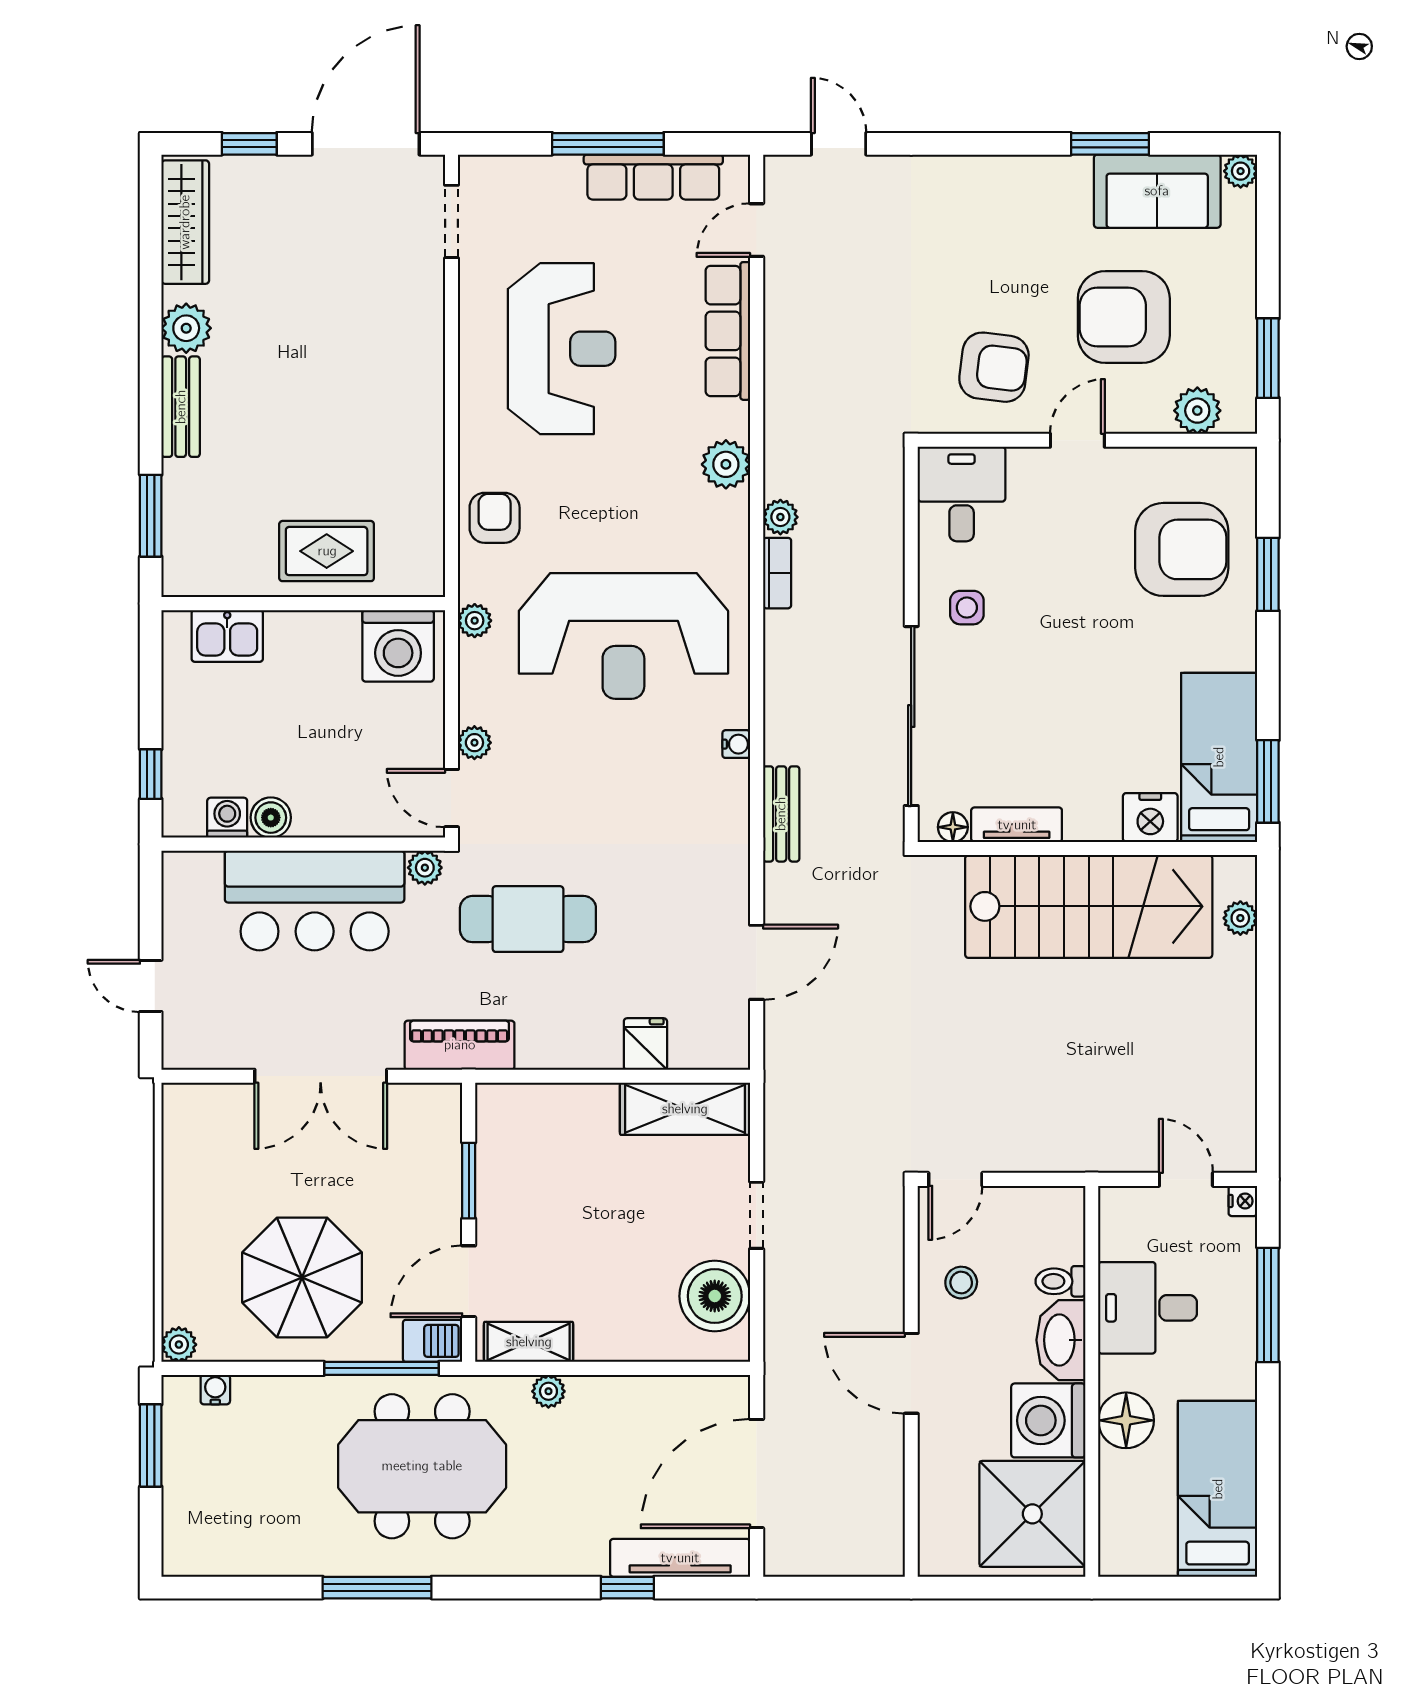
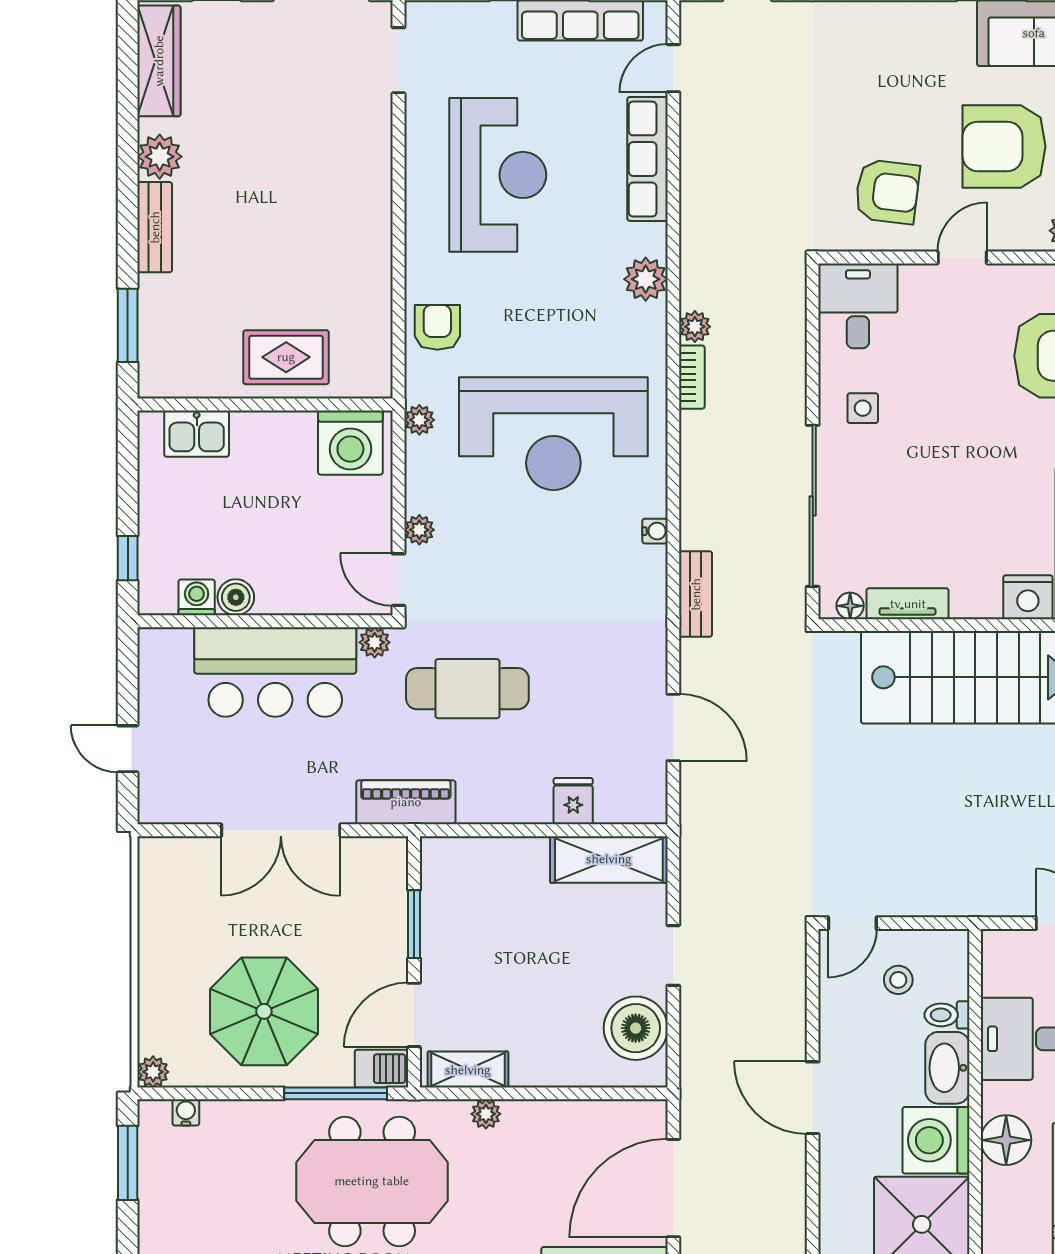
door: (757, 962) -> (673, 728), hinge flipped
stool: (961, 1283) -> (898, 980), moved

